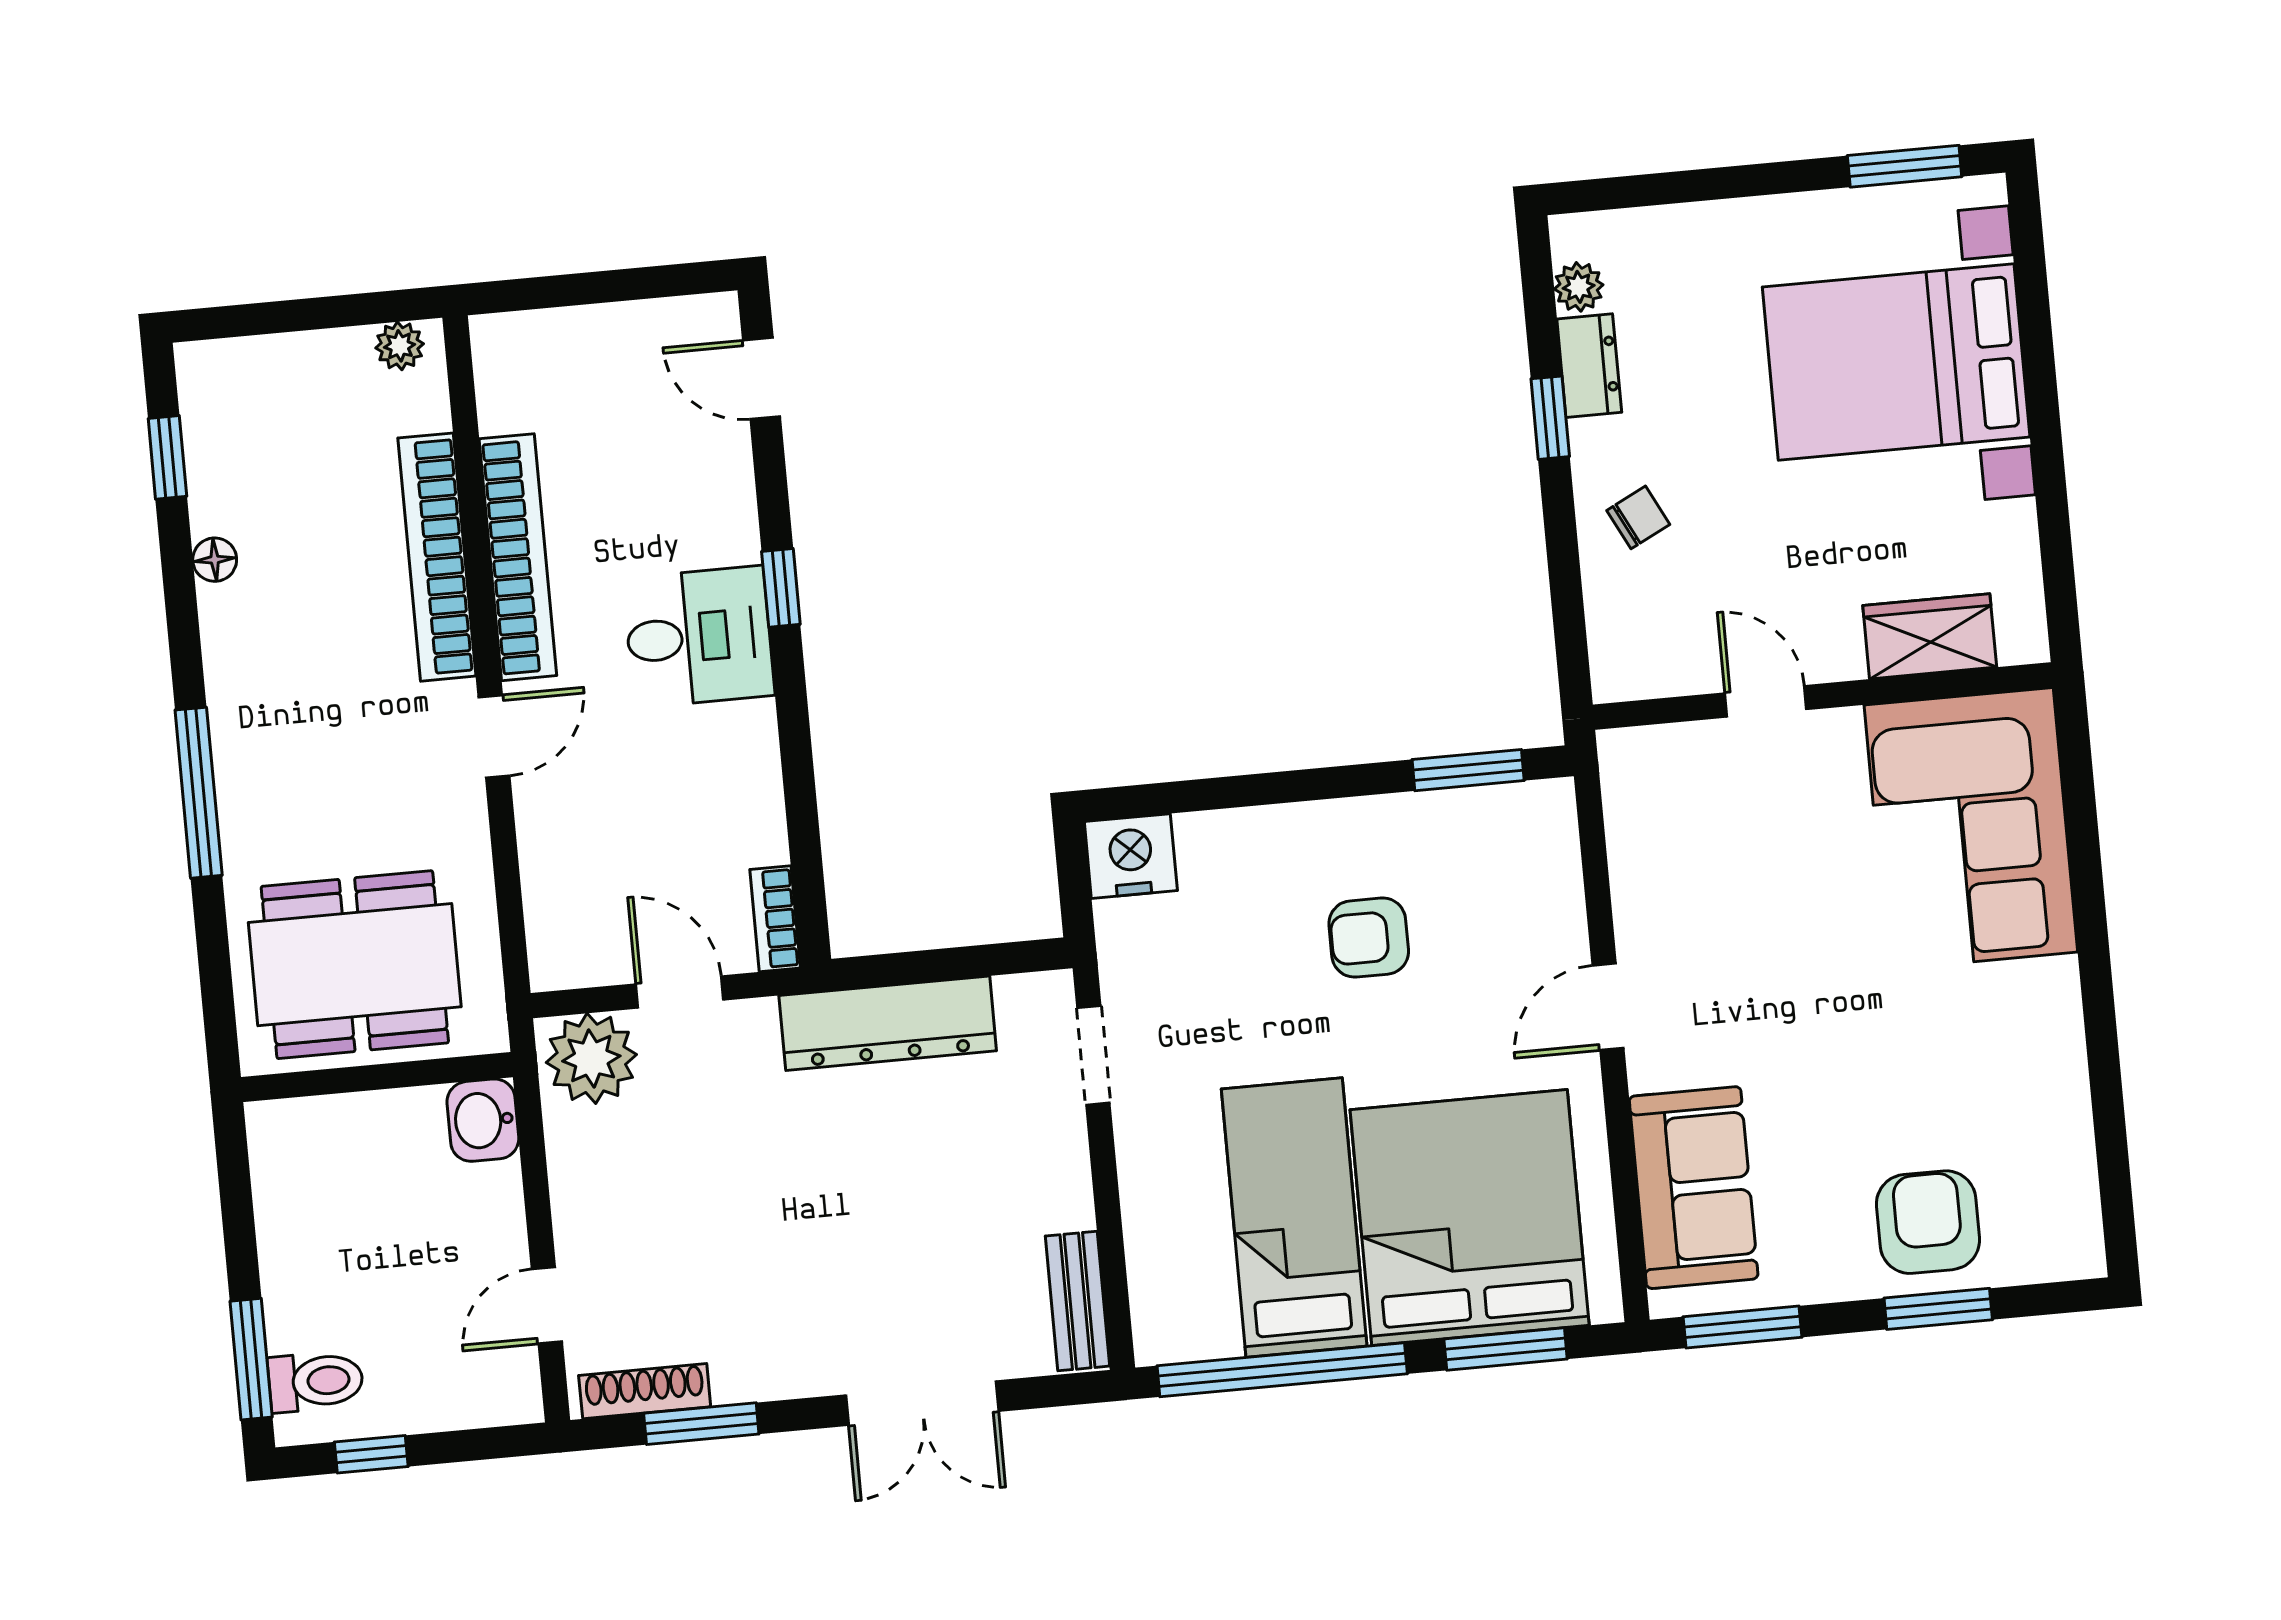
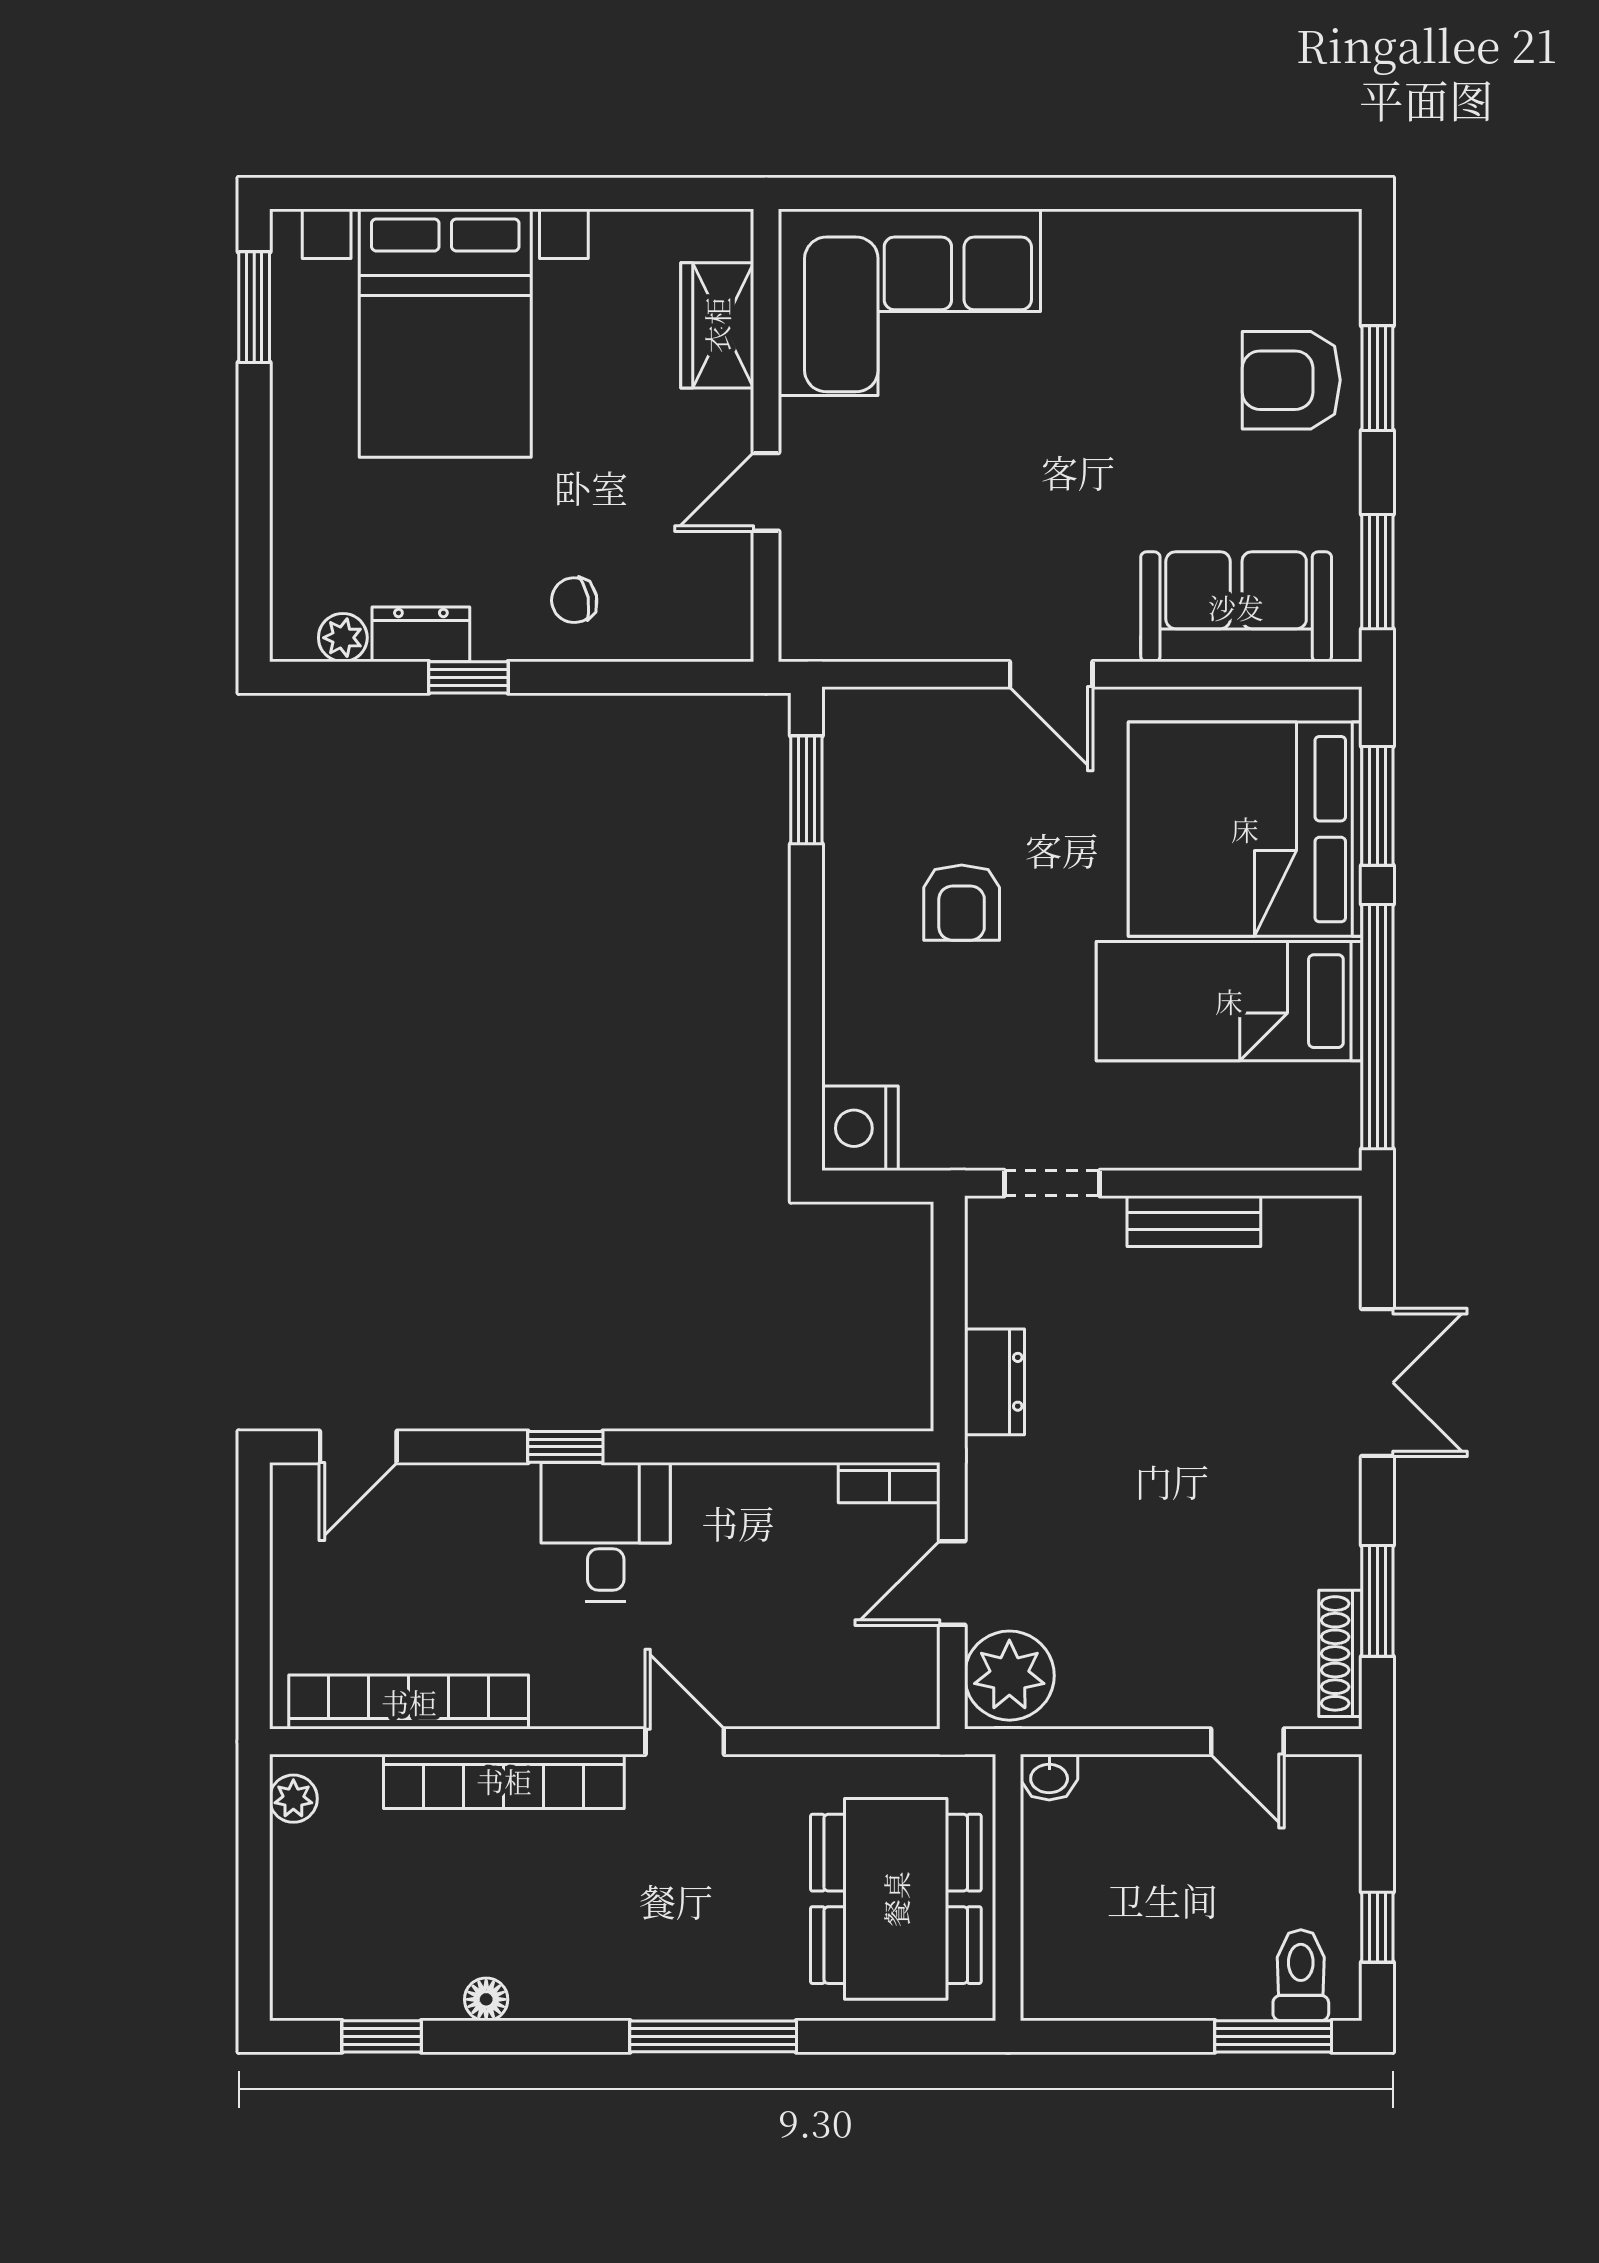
chair: (1638, 517) -> (574, 600), turned -74
bookcase: (518, 557) -> (409, 1702), moved
dresser: (888, 1023) -> (994, 1382), width x0.51, depth x0.80
washbasin: (483, 1120) -> (1049, 1777), width x0.72, depth x0.69
bench: (1078, 1301) -> (1194, 1221), moved

